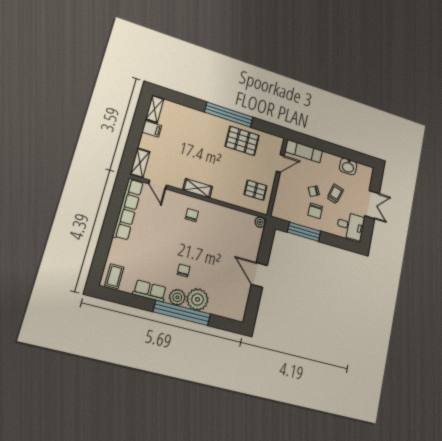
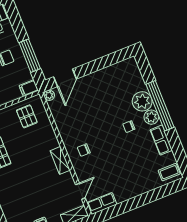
row of seats: (128, 209) -> (102, 204), width x0.50
filing cabinet: (278, 210) -> (29, 88), added
door: (259, 275) -> (65, 78), moved

